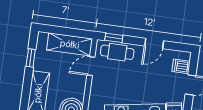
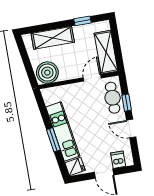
window: (114, 38) -> (127, 103), moved
door: (91, 66) -> (92, 78), hinge flipped

